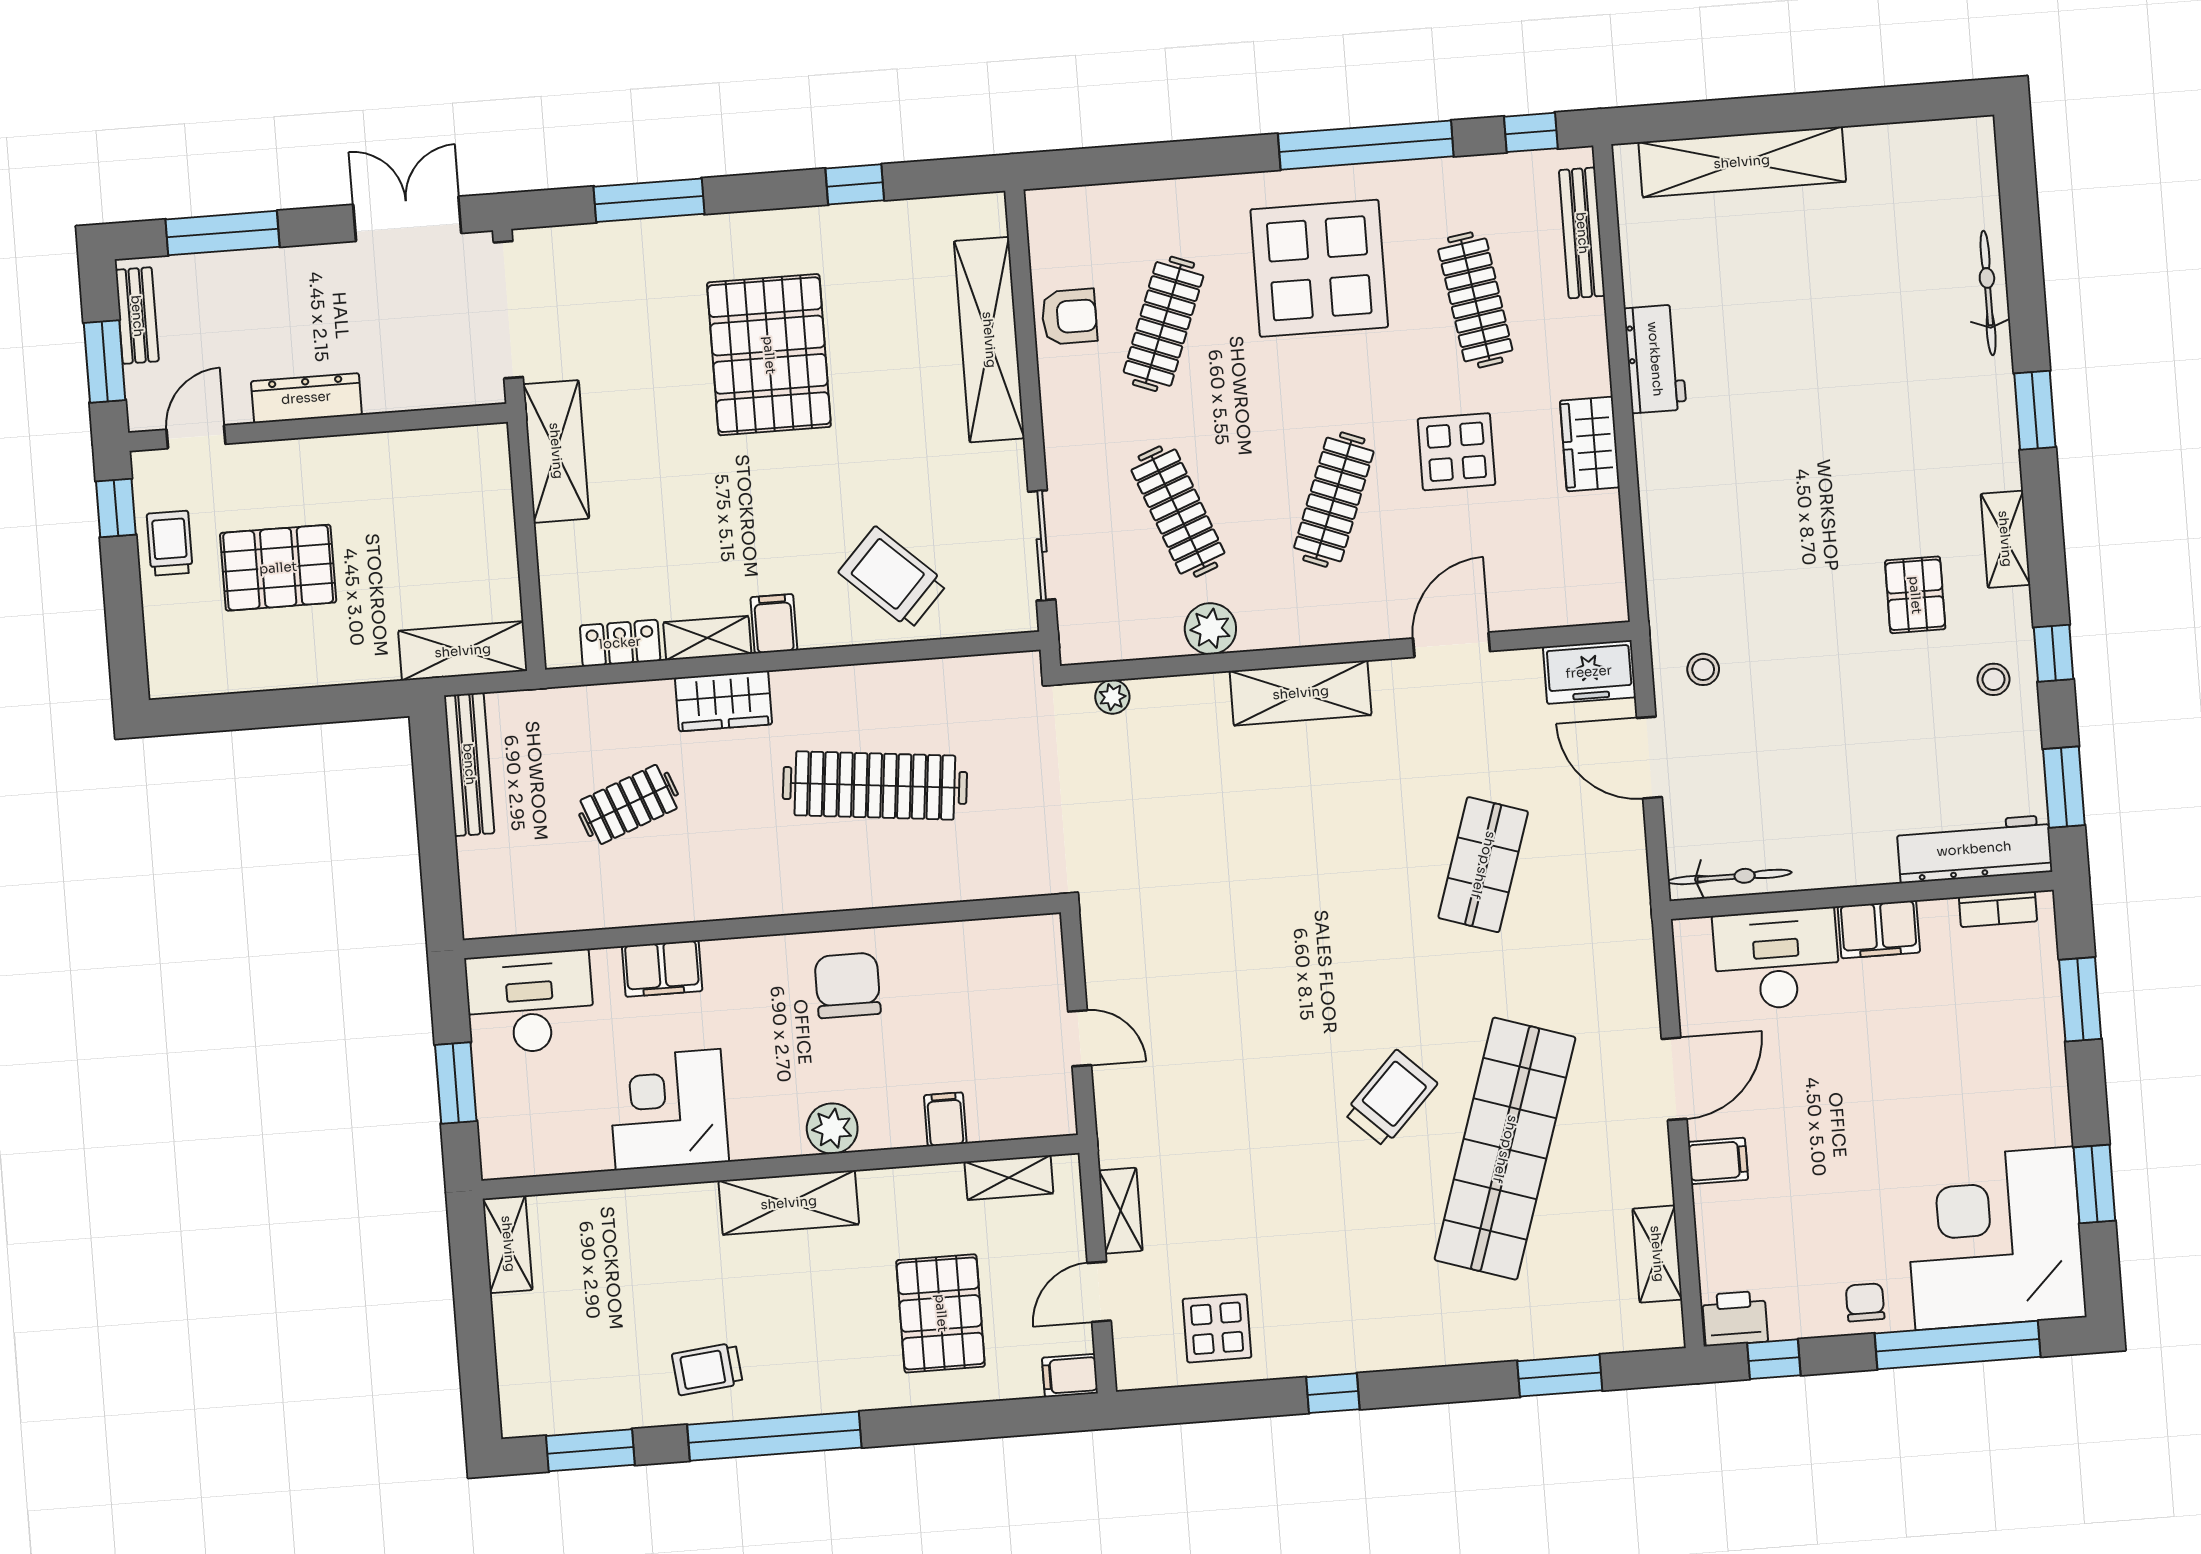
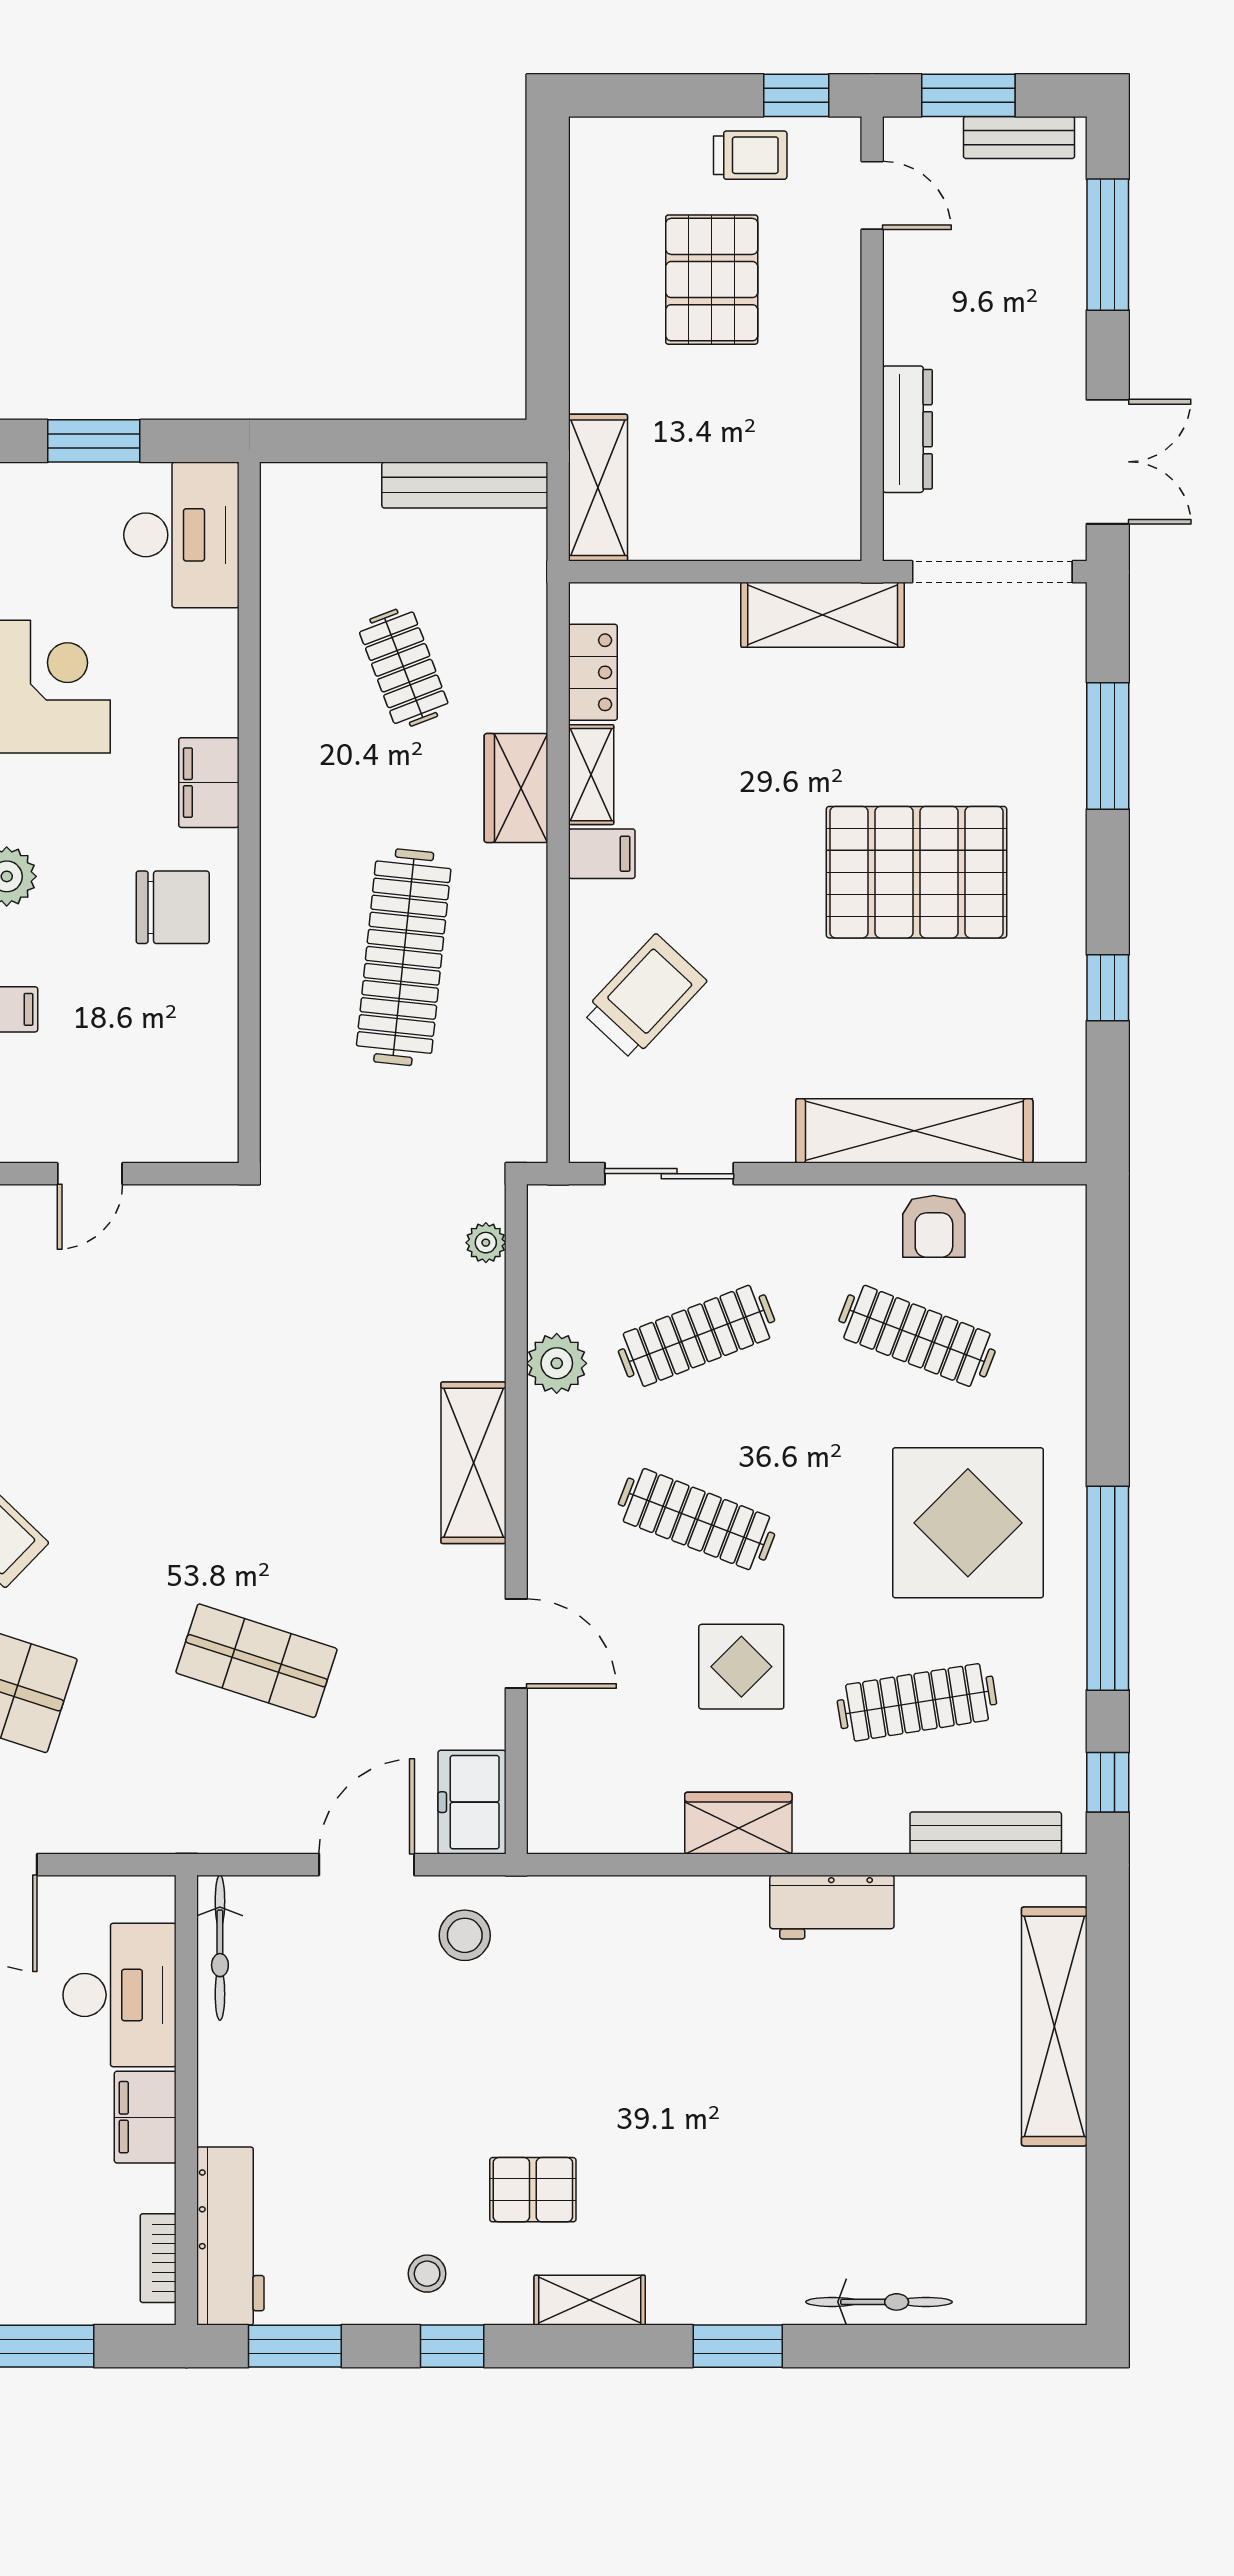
dresser: (306, 398) -> (907, 429), moved
stool: (1703, 669) -> (465, 1935), width x1.37, depth x1.37
filing cabinet: (662, 969) -> (209, 783), moved

